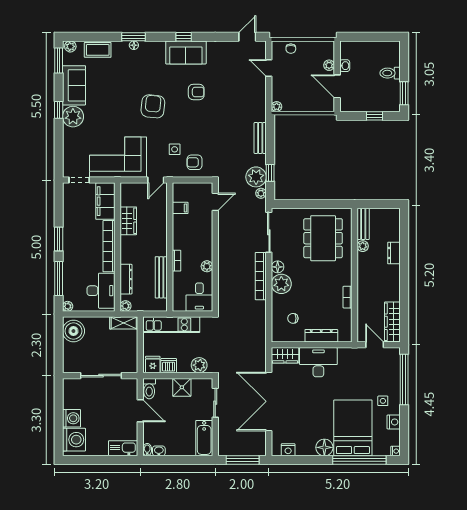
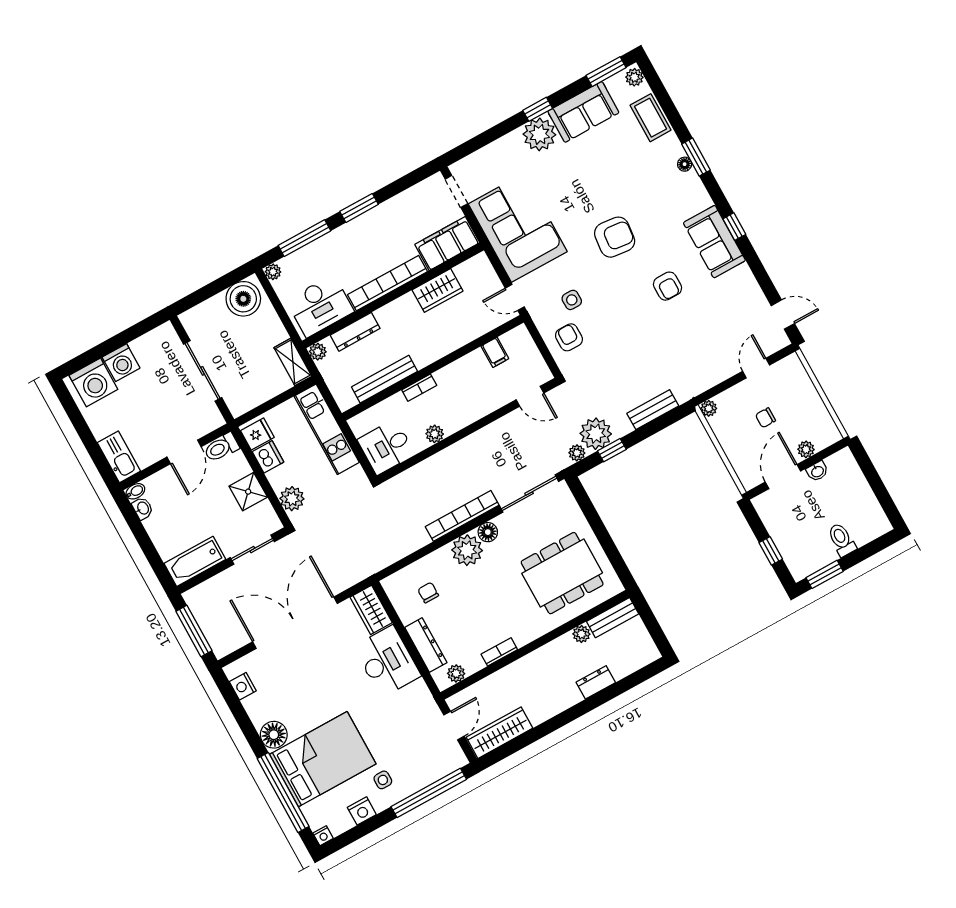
chair: (291, 49) -> (765, 418), moved
plant: (346, 328) -> (456, 673), added

